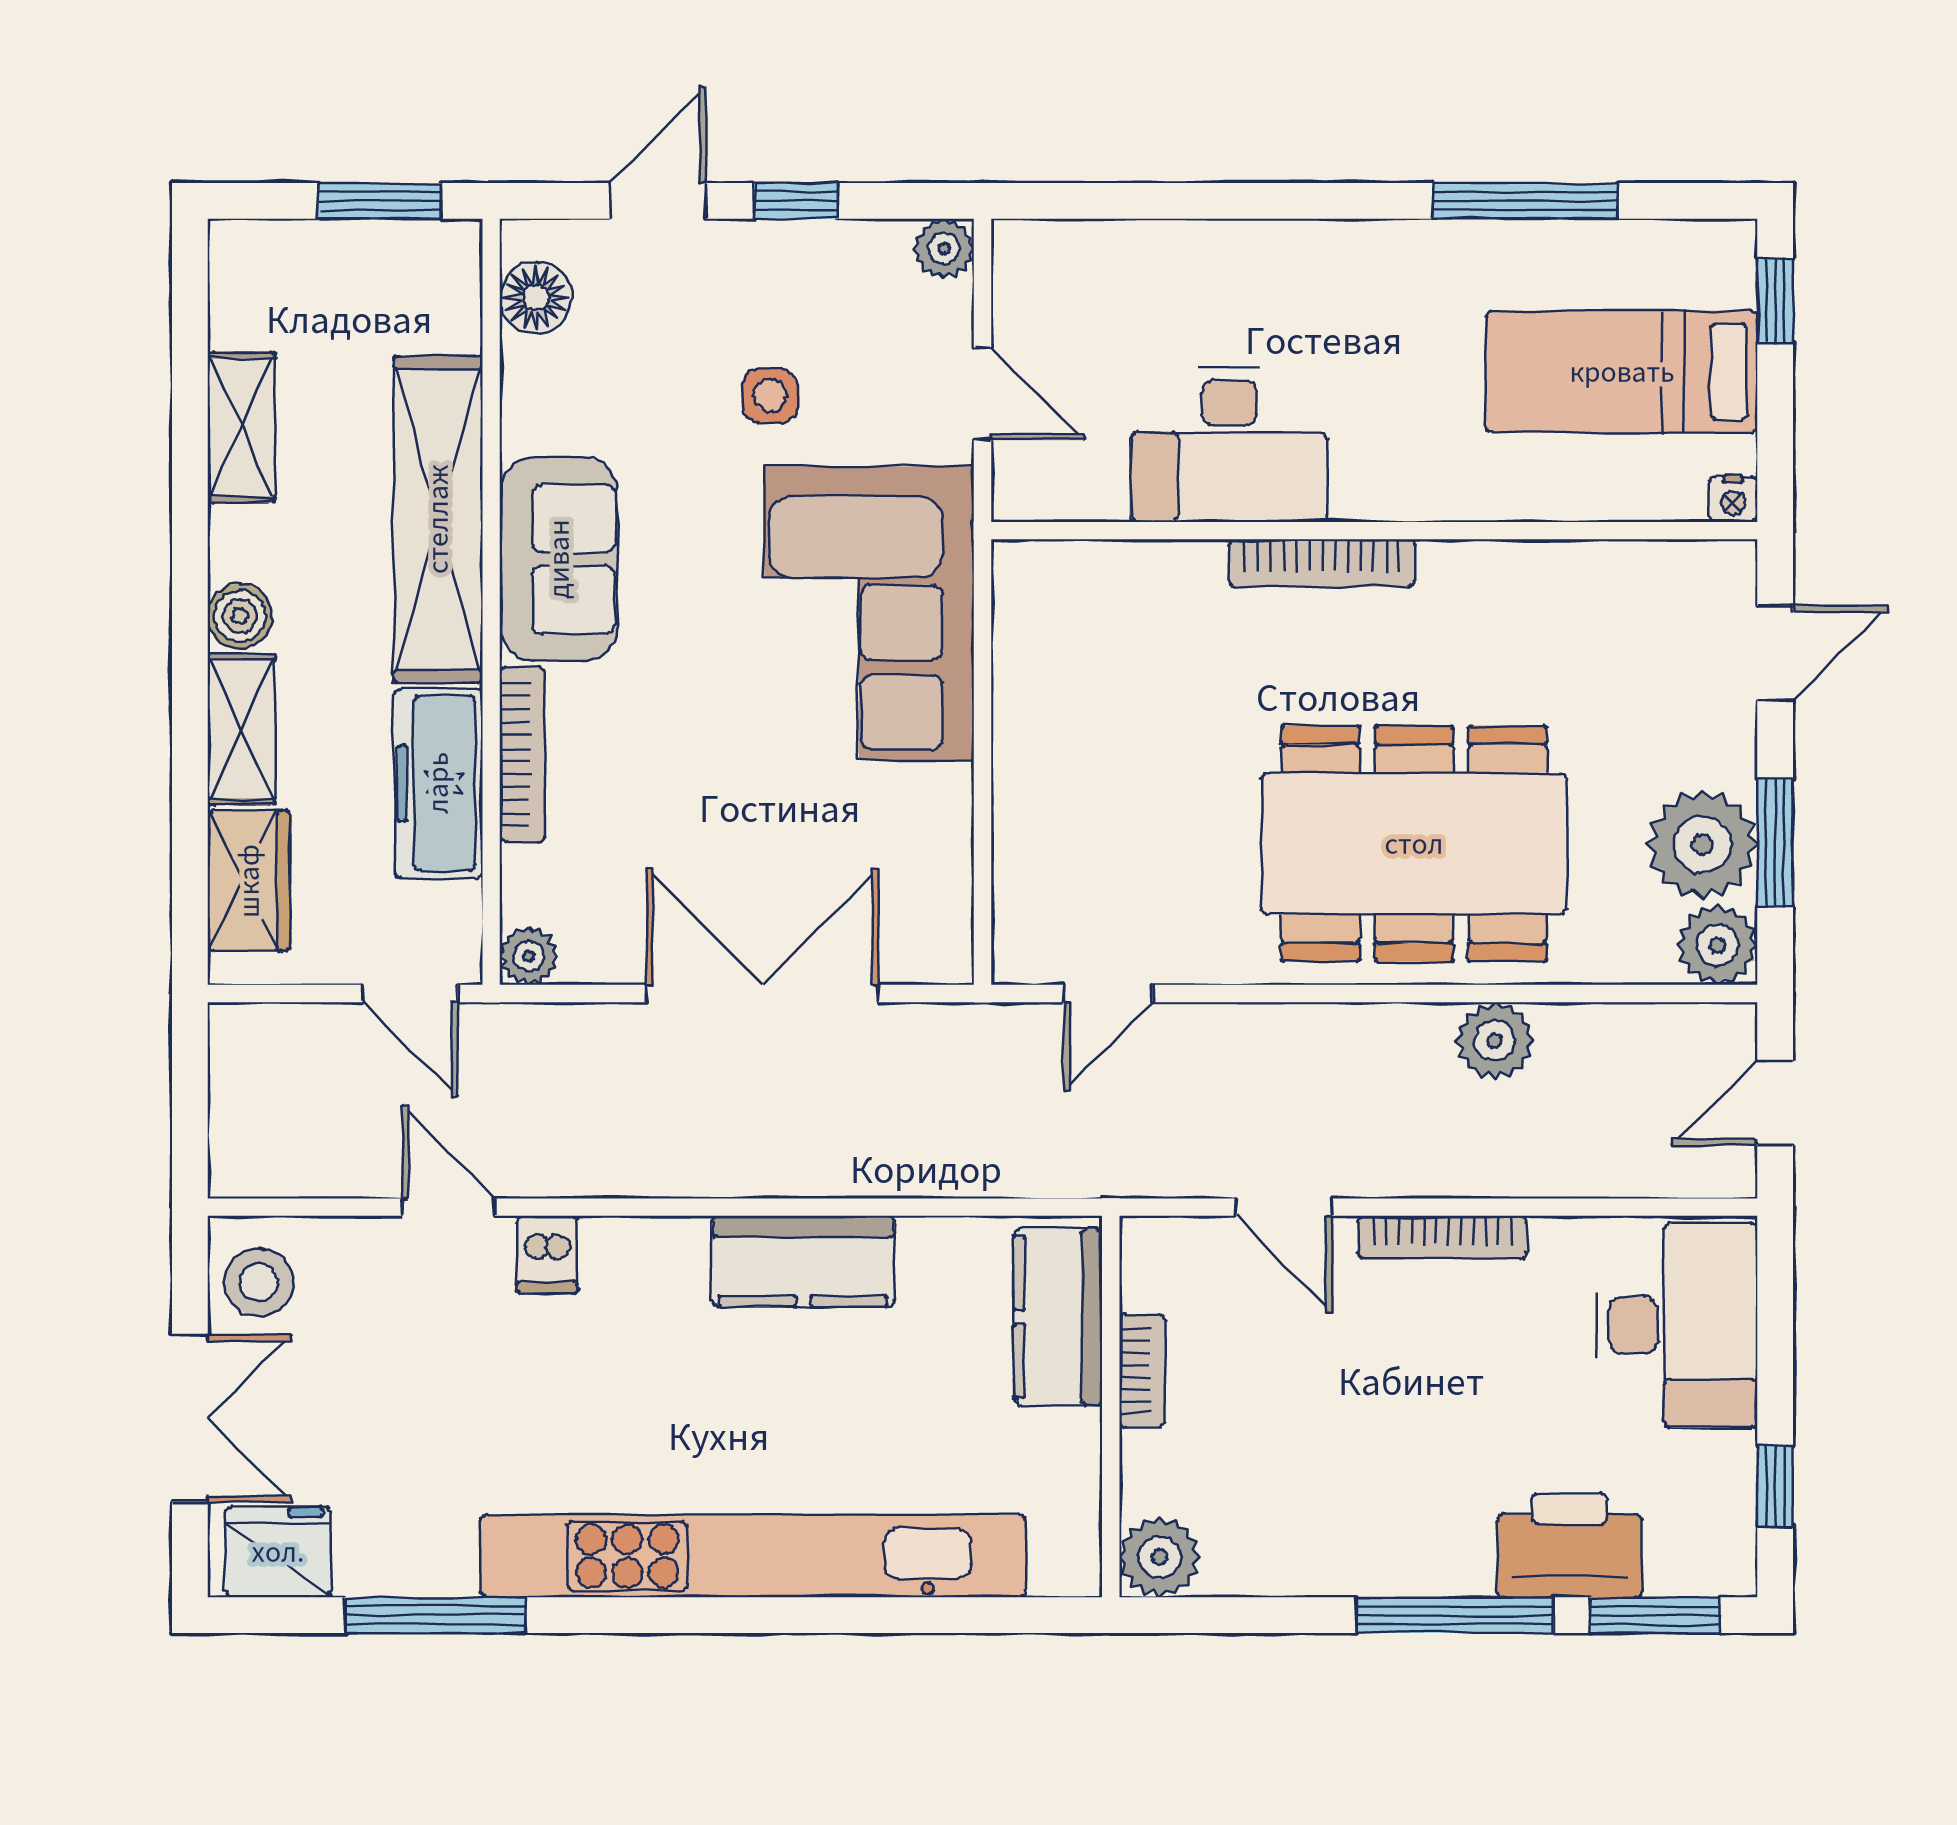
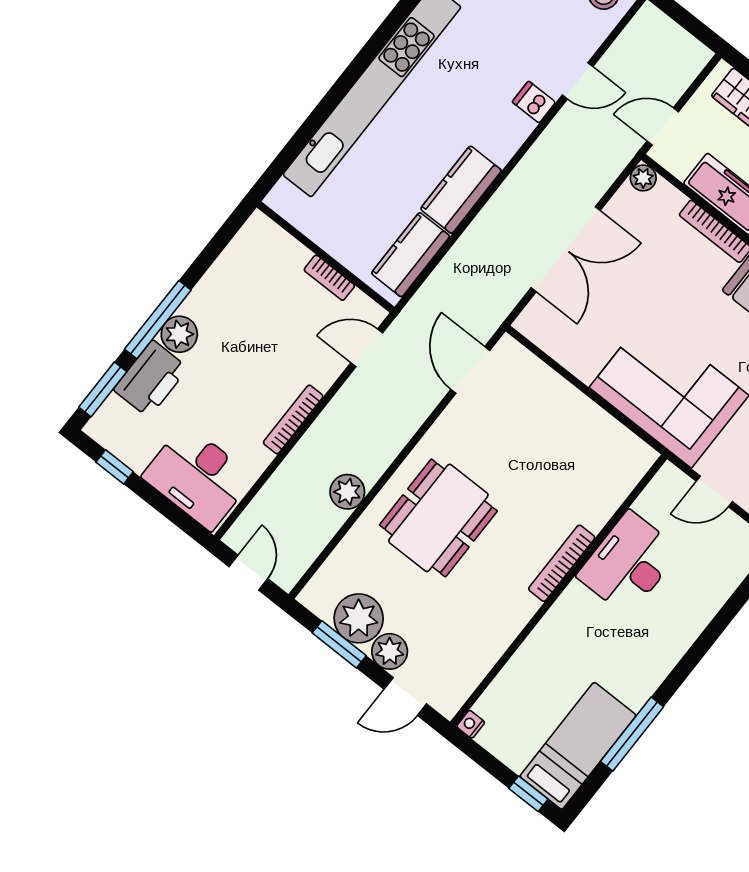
bed: (1622, 372) -> (578, 746), moved
door: (1775, 653) -> (405, 697), hinge flipped
dining table: (1414, 844) -> (438, 518), width x0.73, depth x0.80
plant: (1717, 945) -> (390, 651), moved
door: (1108, 993) -> (470, 370), width x1.38
door: (1284, 1207) -> (367, 348), moved
kitchen counter: (1058, 1317) -> (410, 255), moved, turned -90
plant: (1160, 1557) -> (179, 334), moved

